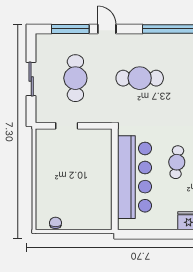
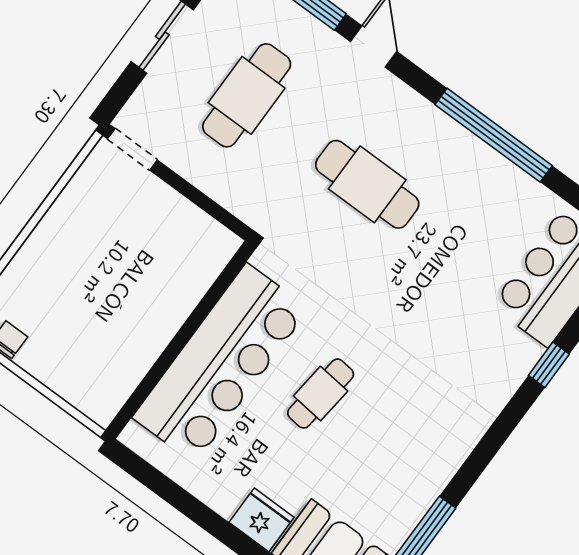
doorway: (67, 126) -> (132, 149), moved

